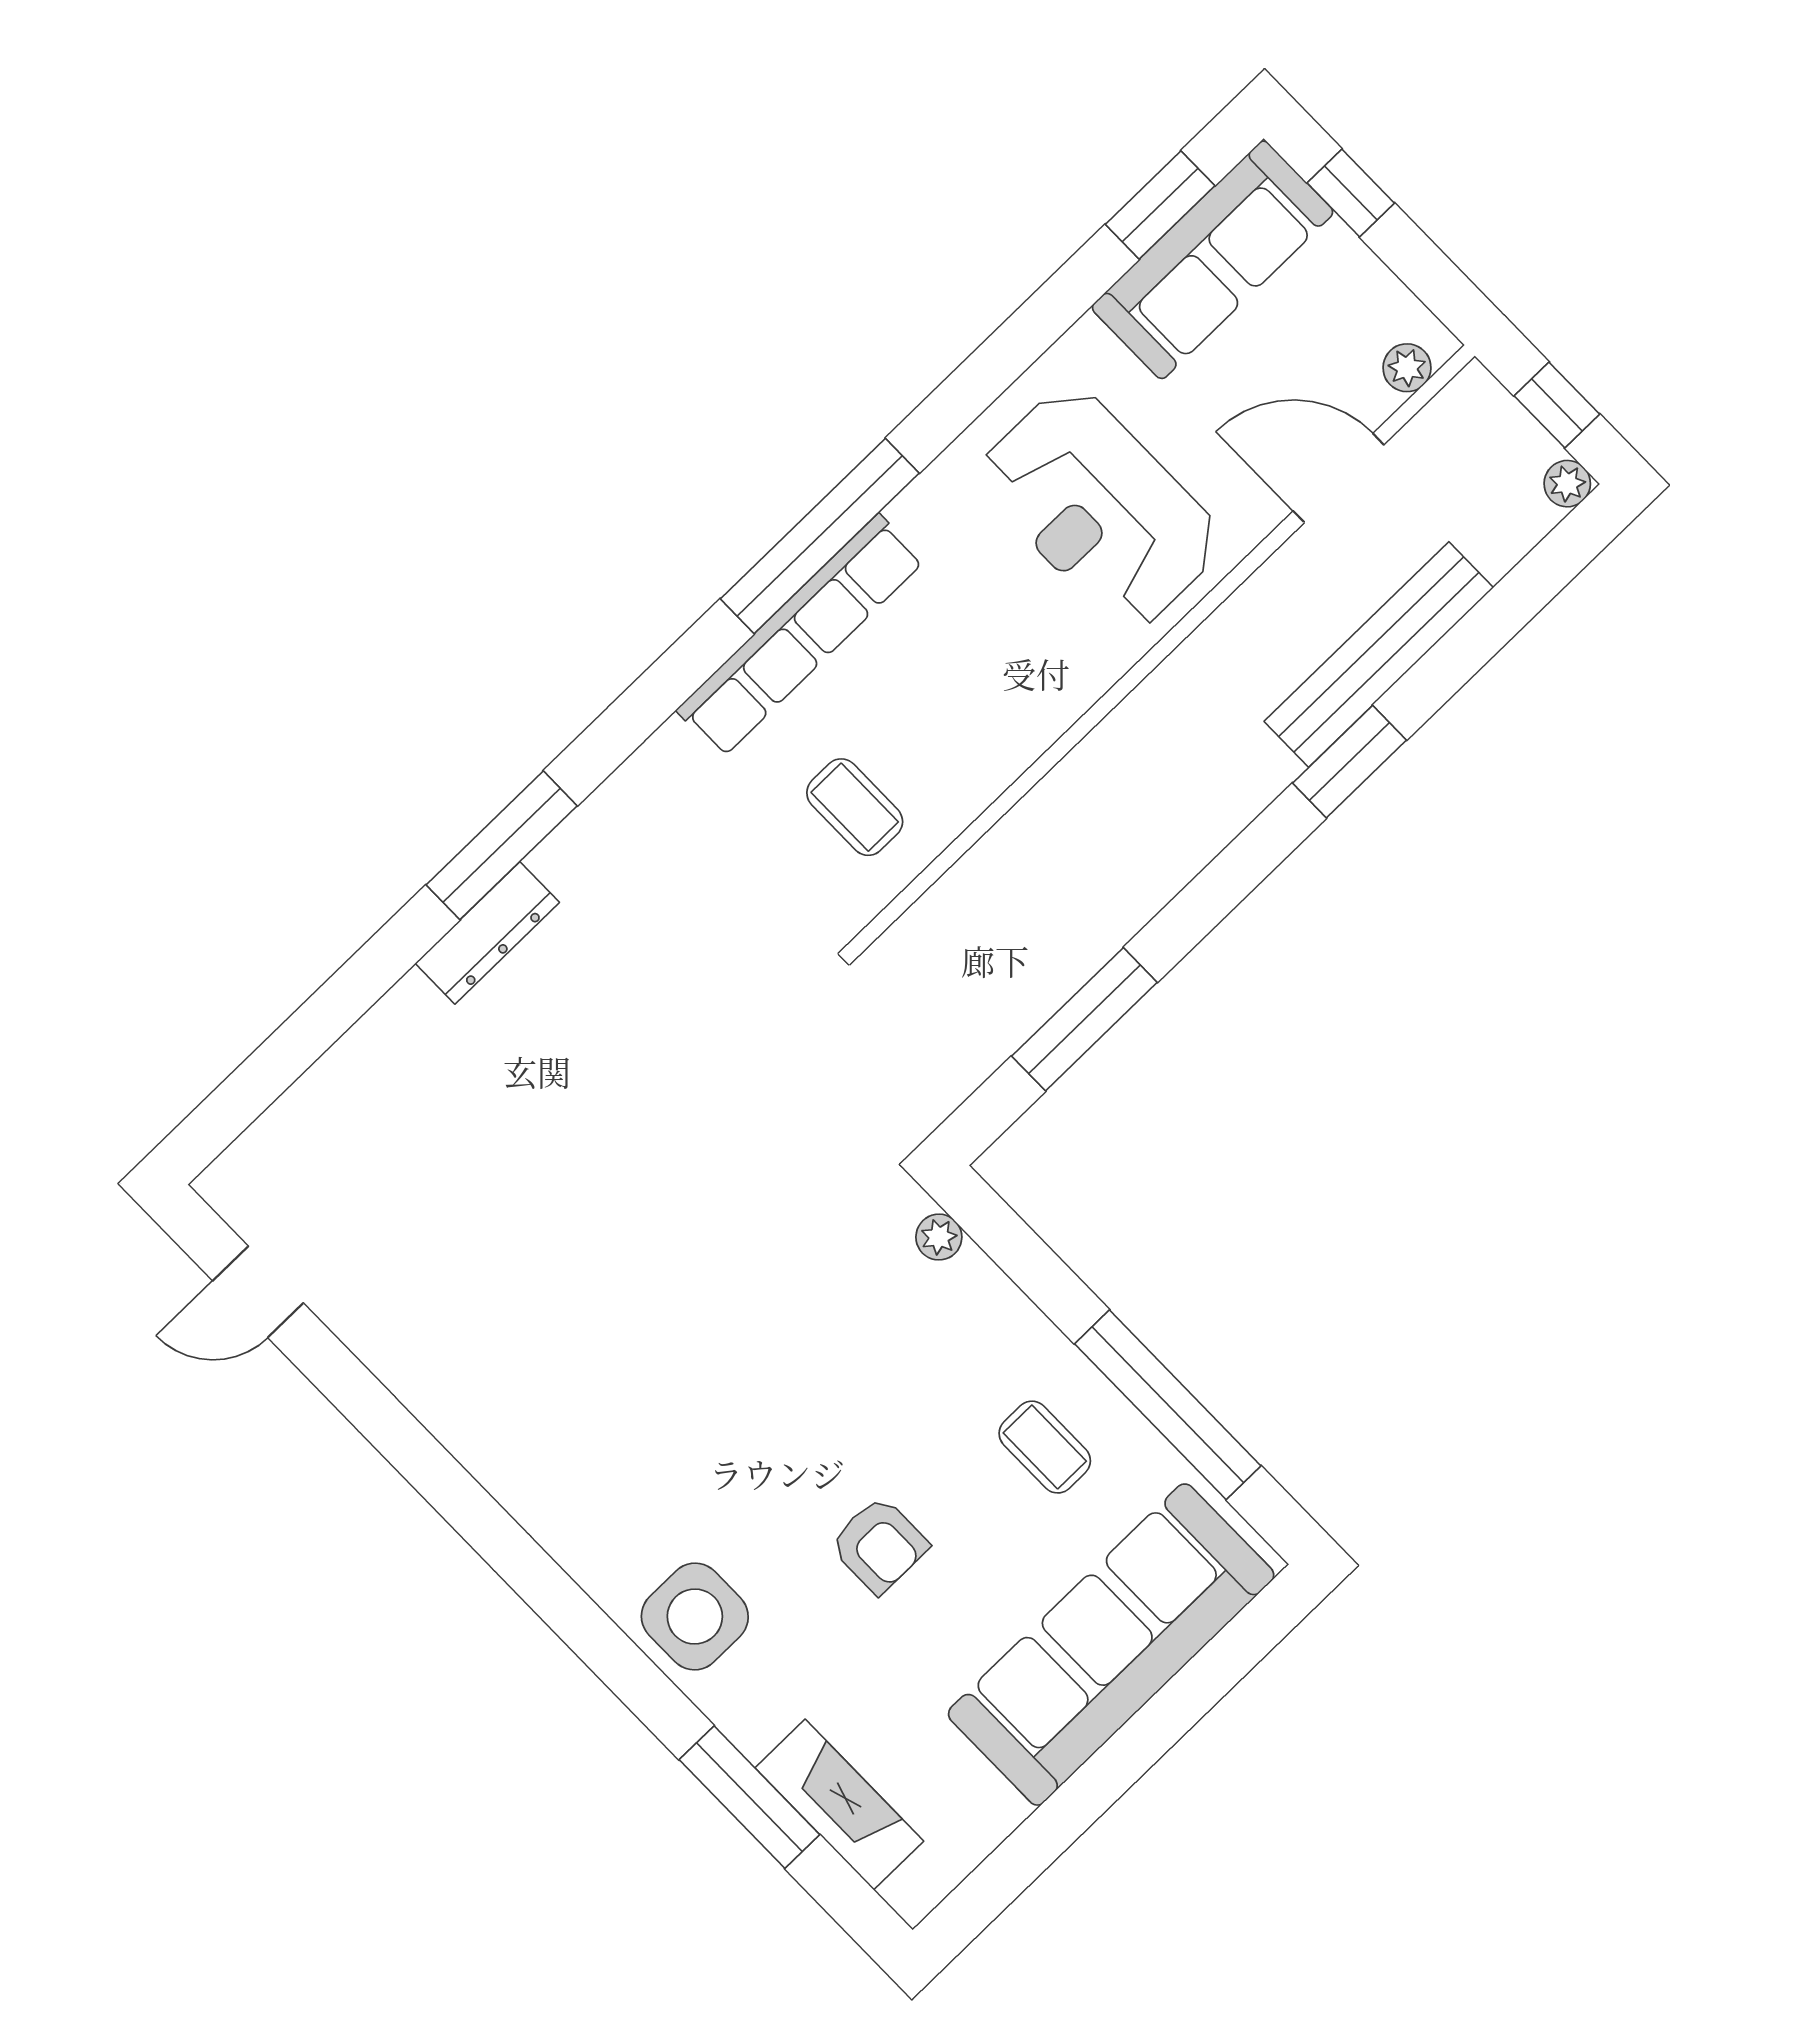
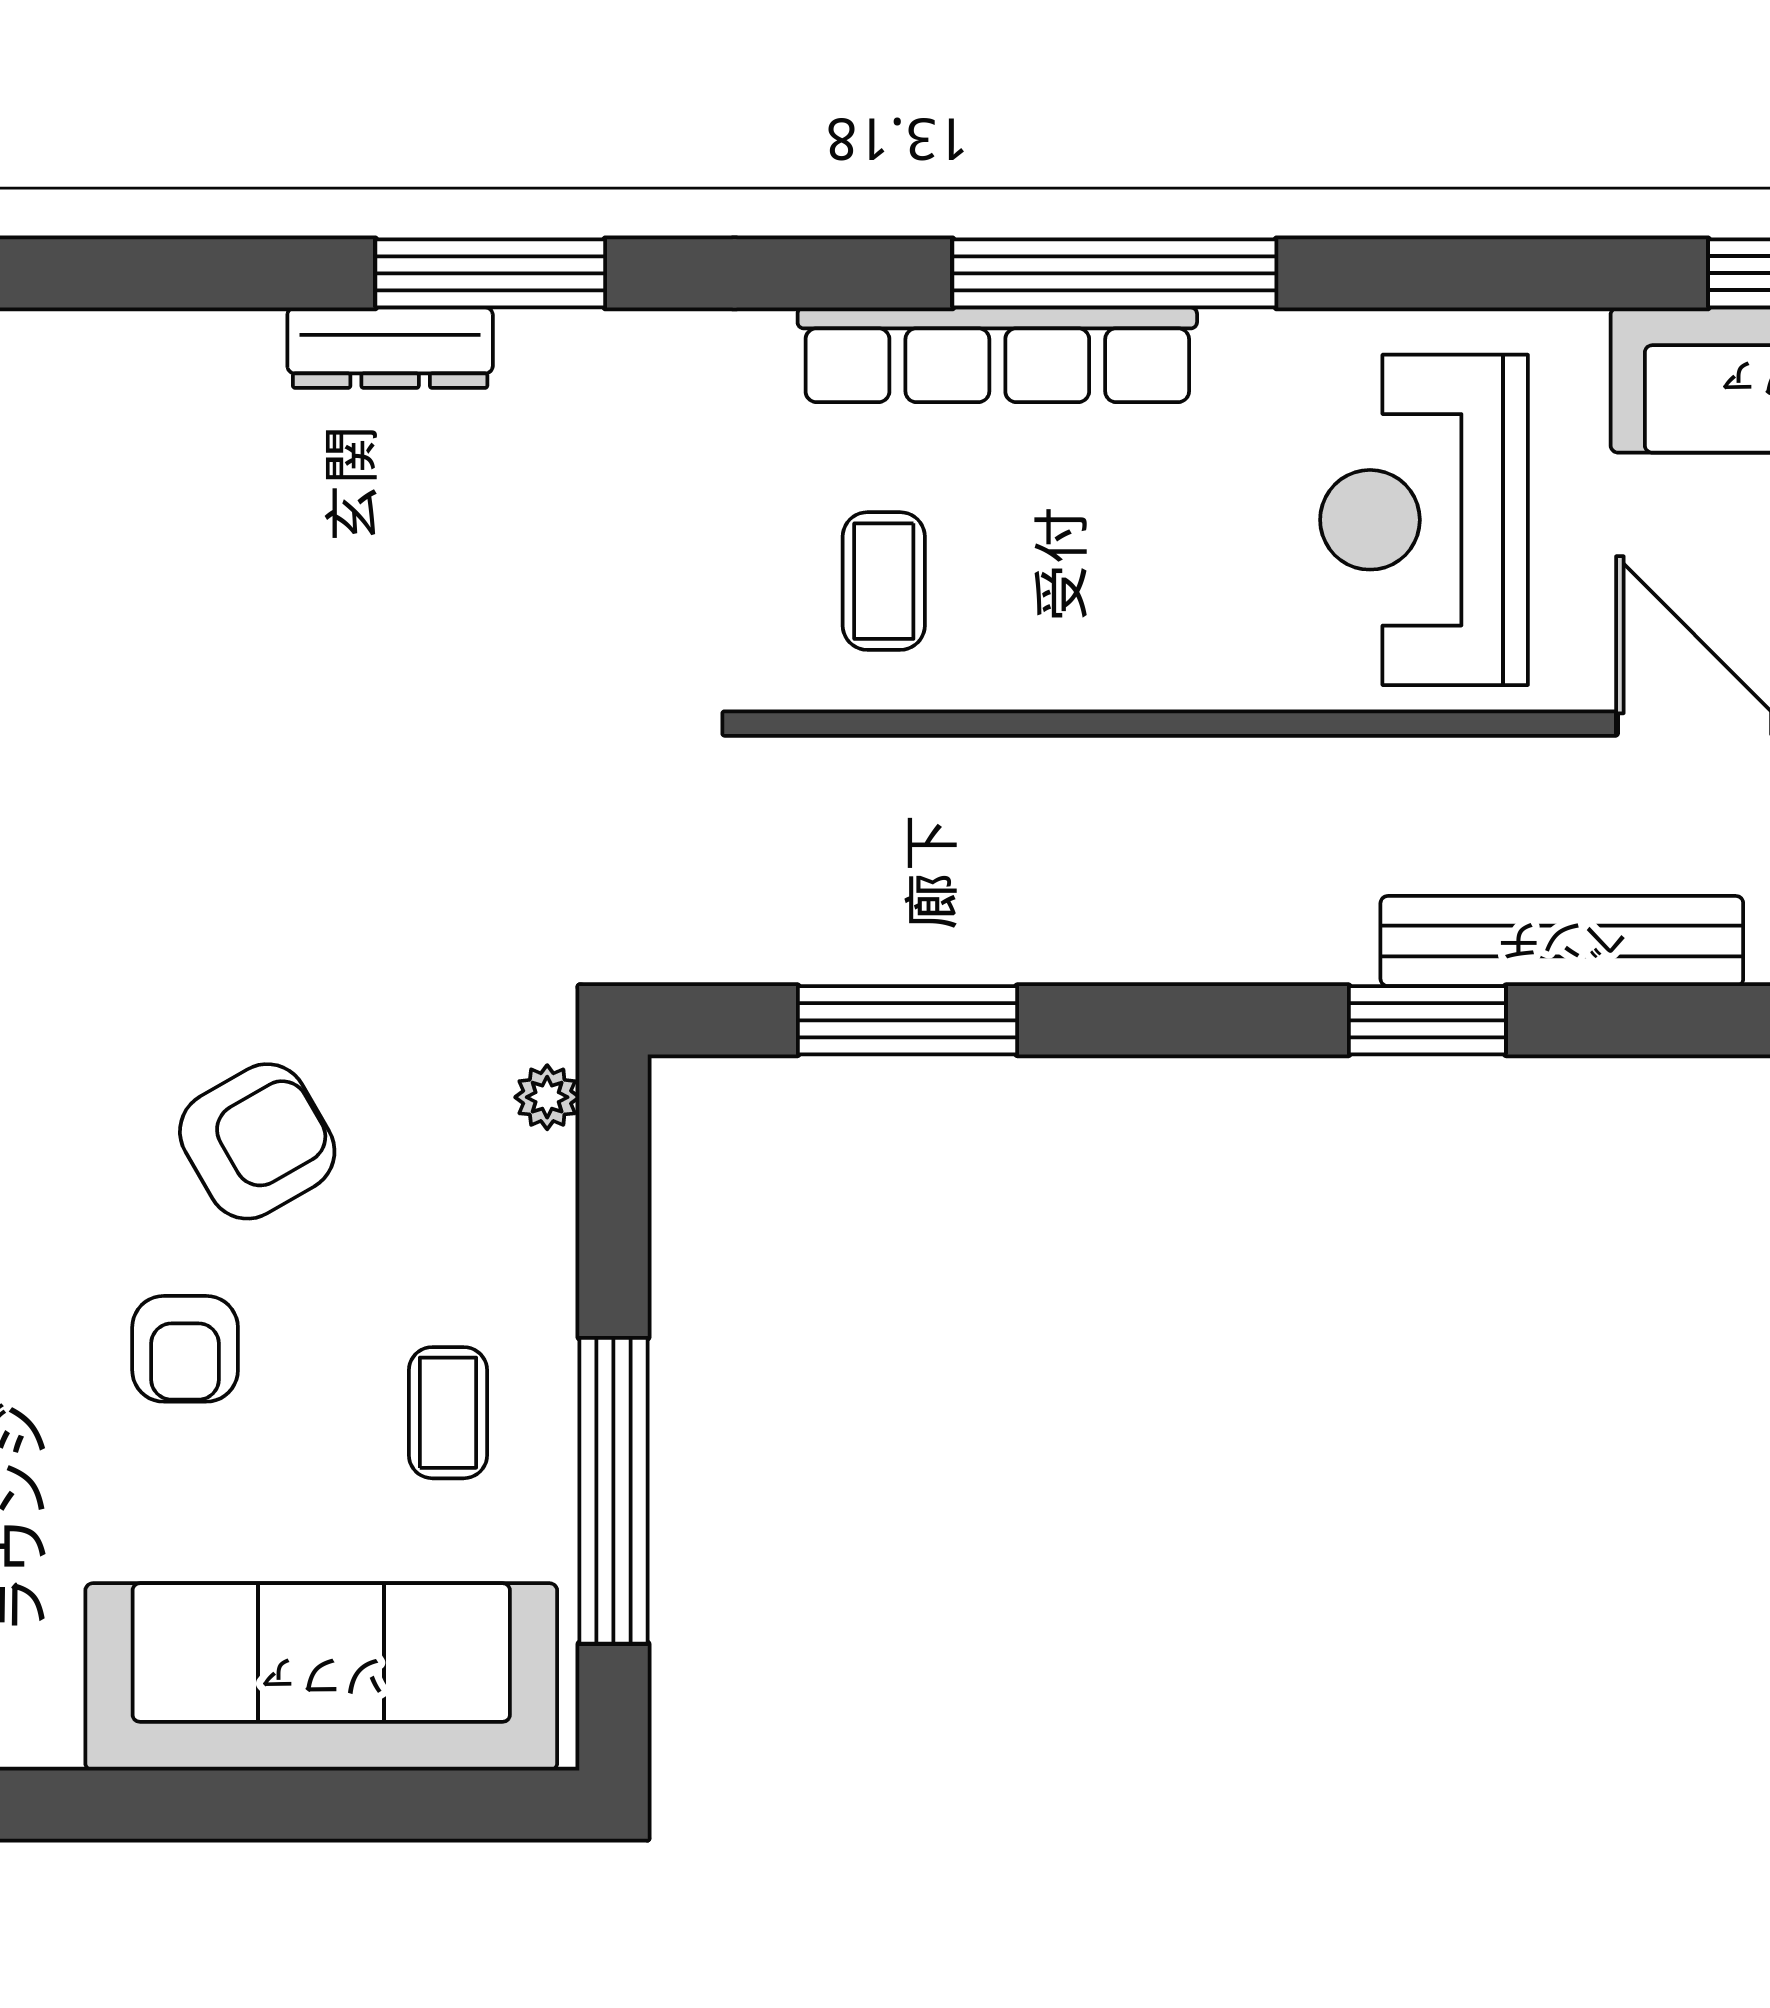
armchair: (813, 1403) -> (257, 1141), added

